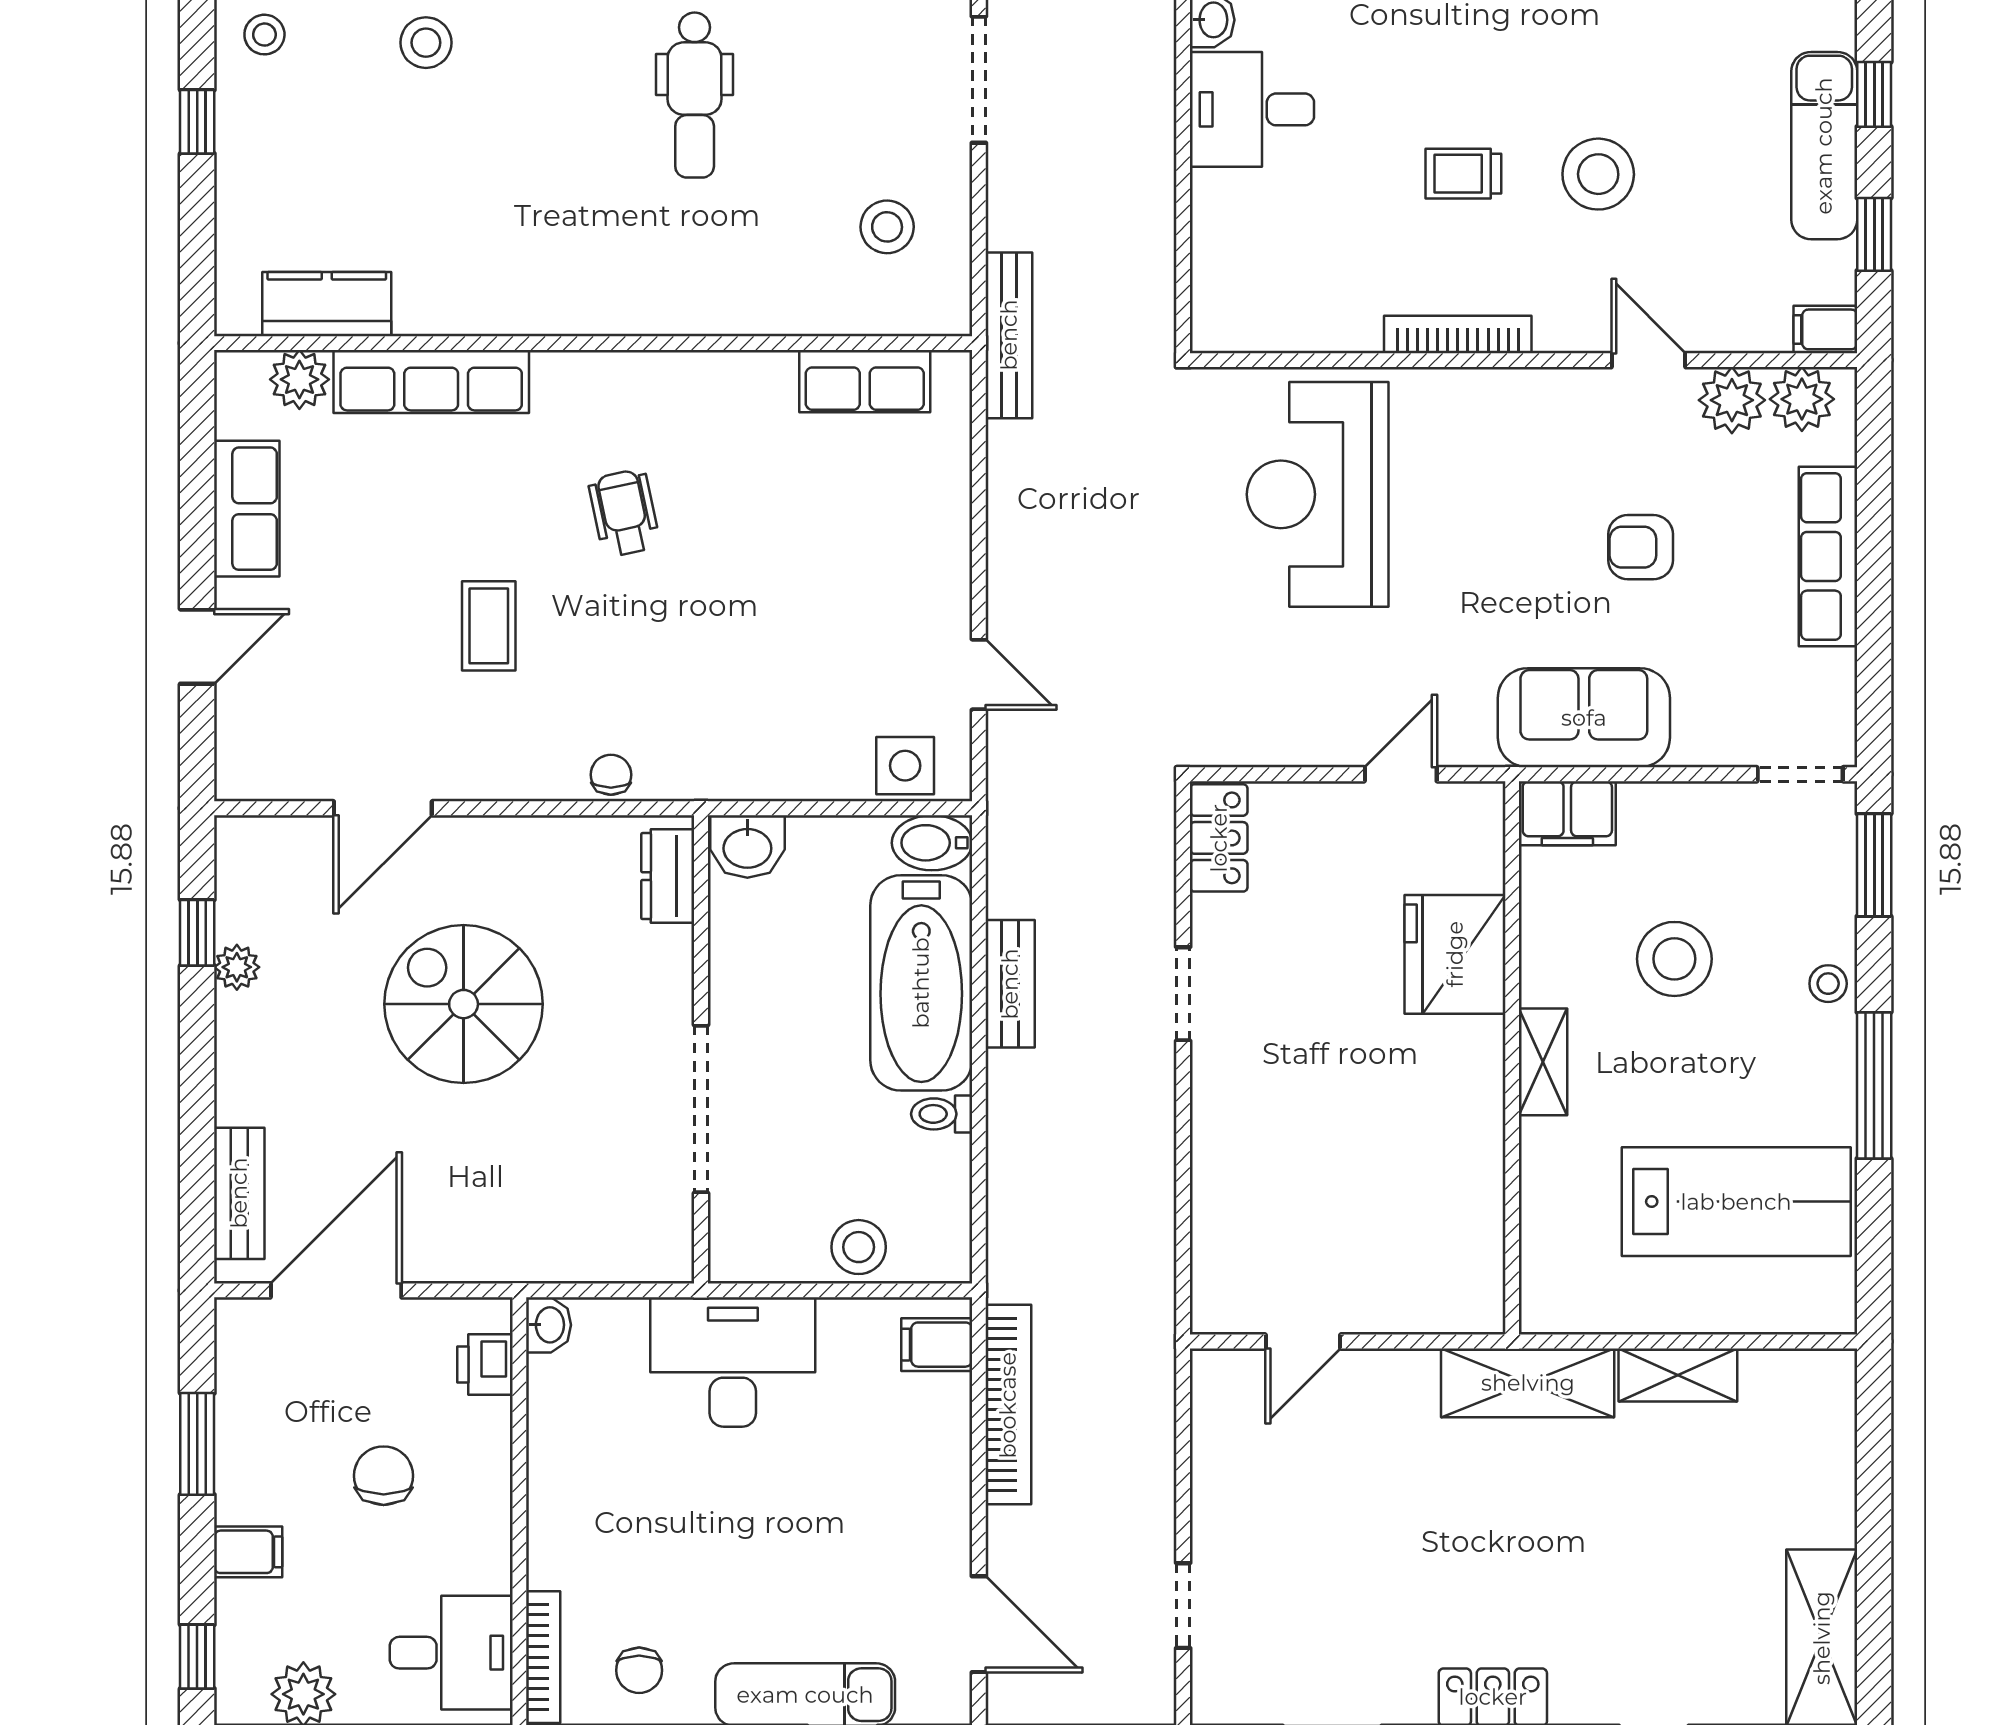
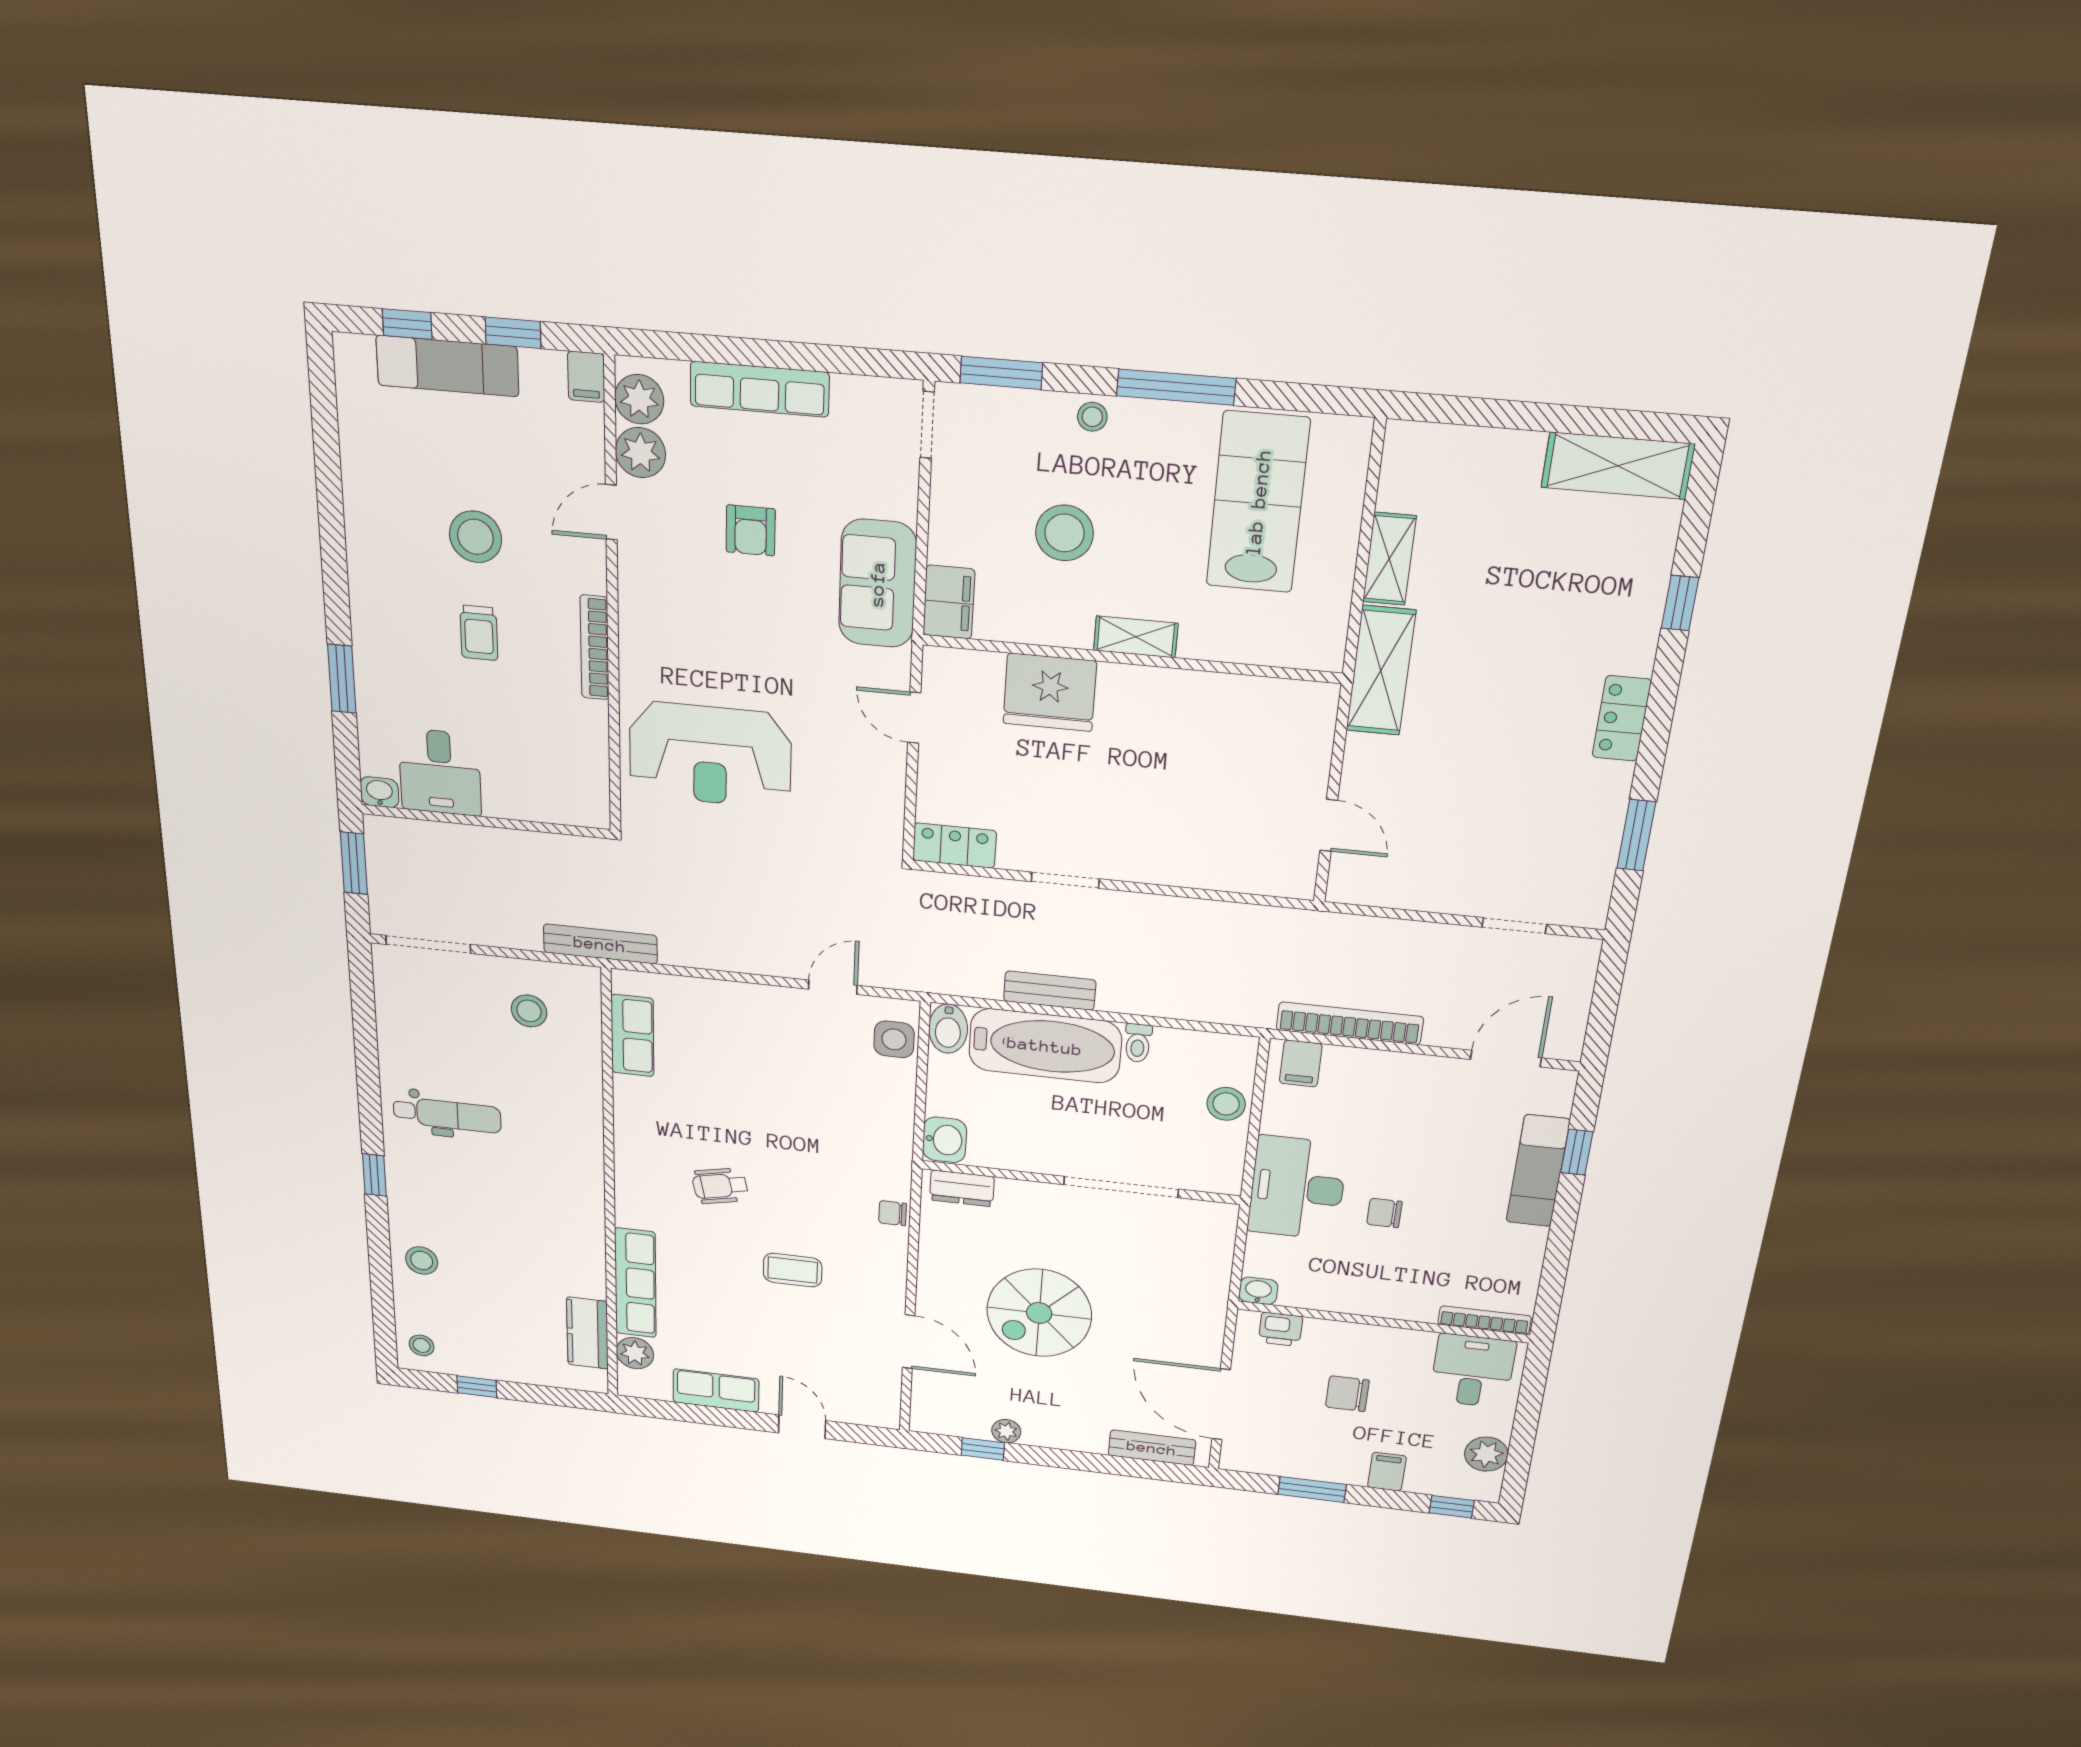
chair: (639, 1670) -> (1384, 1213), moved, turned 180

